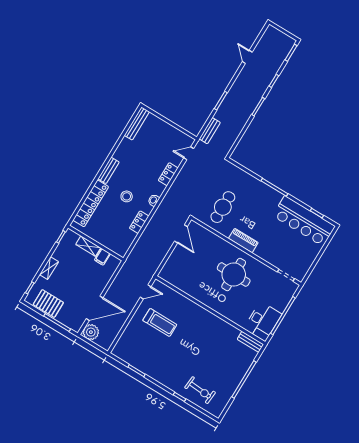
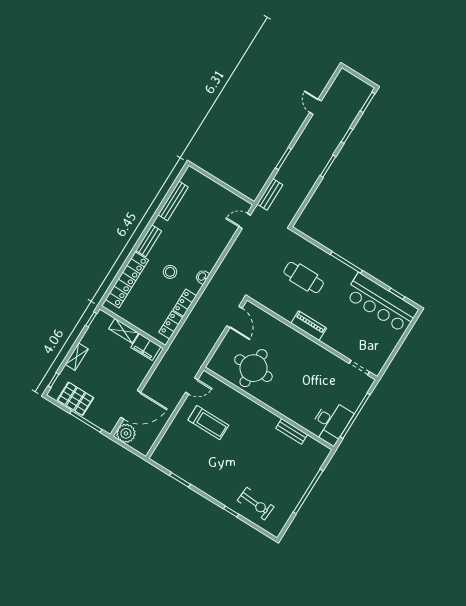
bench: (137, 123) -> (173, 201), moved
locker: (168, 174) -> (171, 325), moved
cafe table: (223, 207) -> (304, 277), moved, turned 90
filing cabinet: (102, 257) -> (146, 347), width x2.00
round table: (234, 274) -> (253, 368), moved
bench: (250, 342) -> (292, 431), moved

